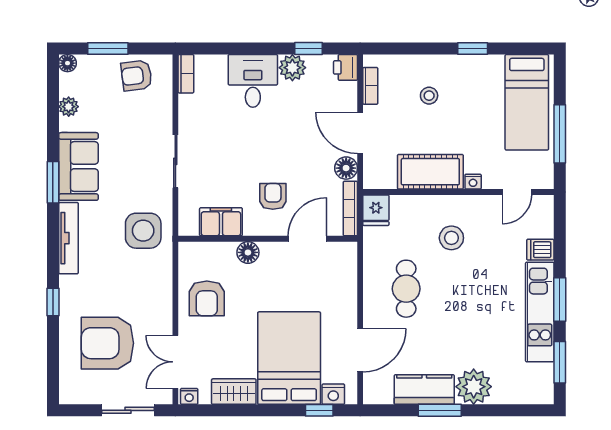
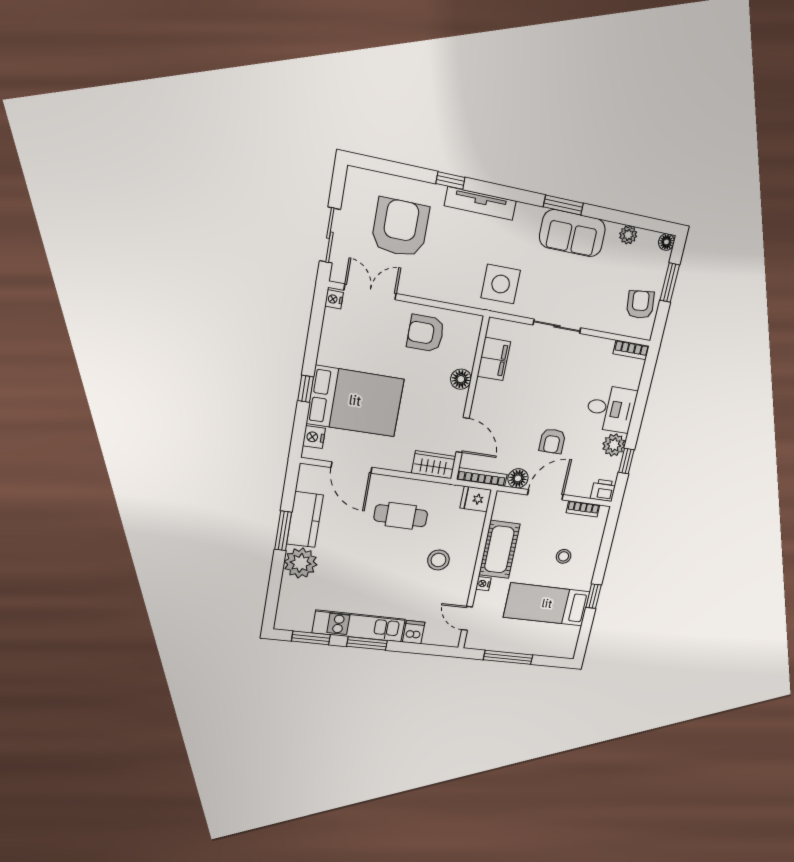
bed: (527, 102) -> (547, 604), moved
armchair: (273, 196) -> (552, 441), moved, turned 90
tv unit: (68, 238) -> (480, 203), moved
wardrobe: (234, 392) -> (434, 465), moved, turned -90
window: (319, 410) -> (306, 389), moved

